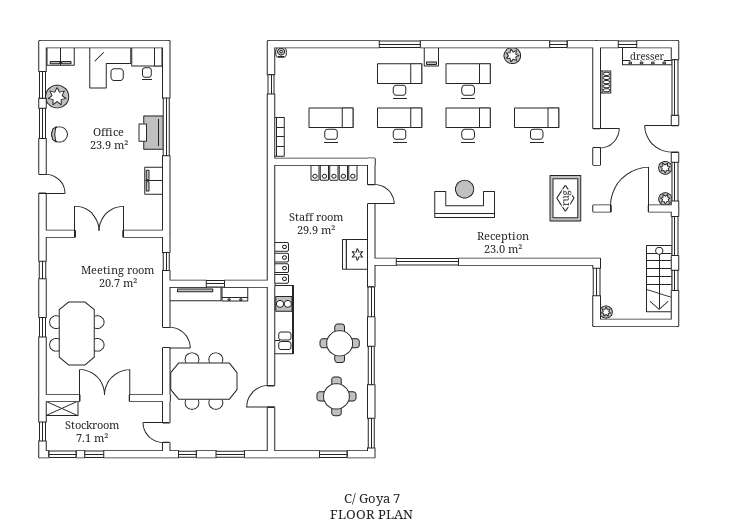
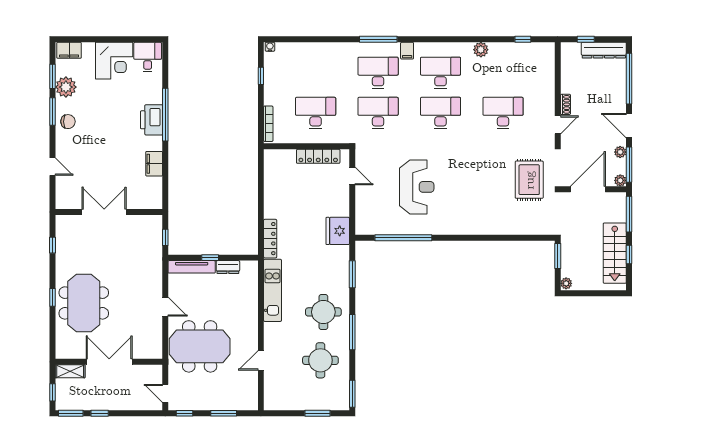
shoe rack: (605, 82) -> (565, 104), moved
reception desk: (465, 199) -> (417, 187), moved, turned 90

